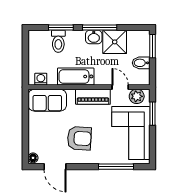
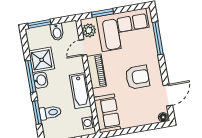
armchair: (79, 138) -> (137, 77), turned 87

